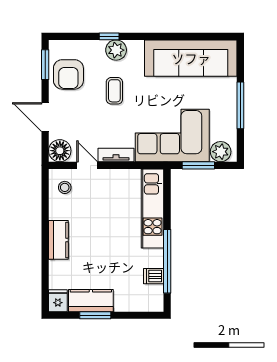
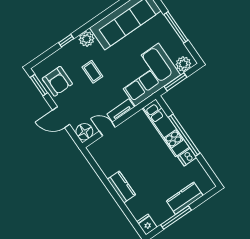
plant: (116, 50) -> (87, 39), moved
stool: (65, 187) -> (103, 152), removed
window: (167, 261) -> (184, 135), moved
dishwasher: (154, 276) -> (187, 157), moved
kitchen counter: (91, 301) -> (185, 198), moved
window: (95, 315) -> (176, 218), width x1.44

